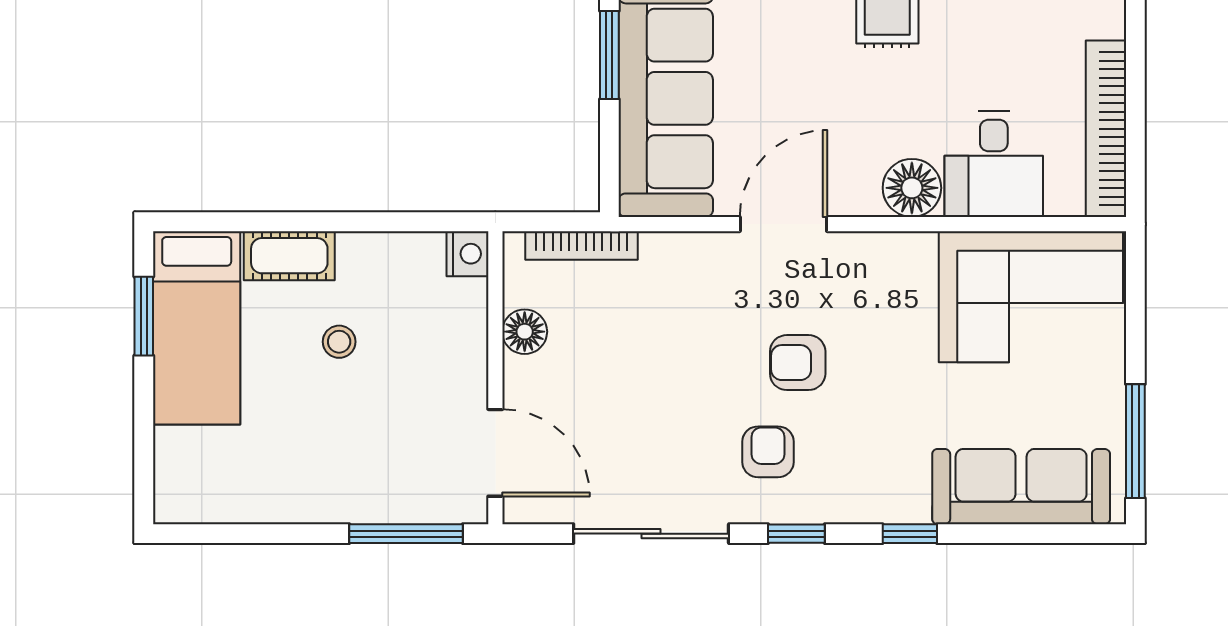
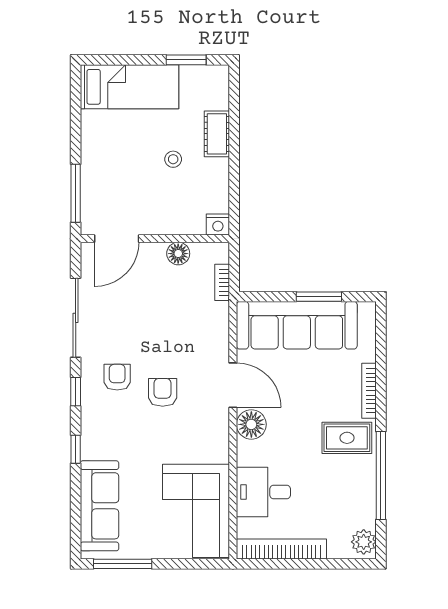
floor lamp: (912, 188) -> (251, 424), moved
bookcase: (582, 245) -> (222, 282), width x0.64
bed: (197, 328) -> (130, 87), moved, turned 180
armchair: (768, 452) -> (117, 377), turned -90

